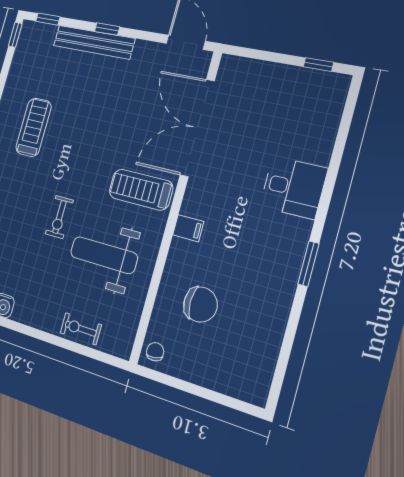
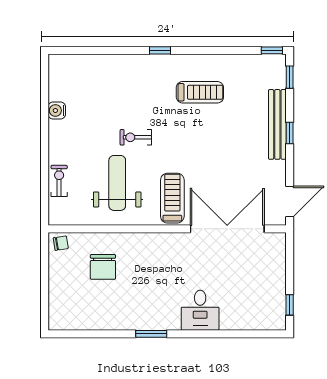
filing cabinet: (188, 228) -> (153, 243), removed

